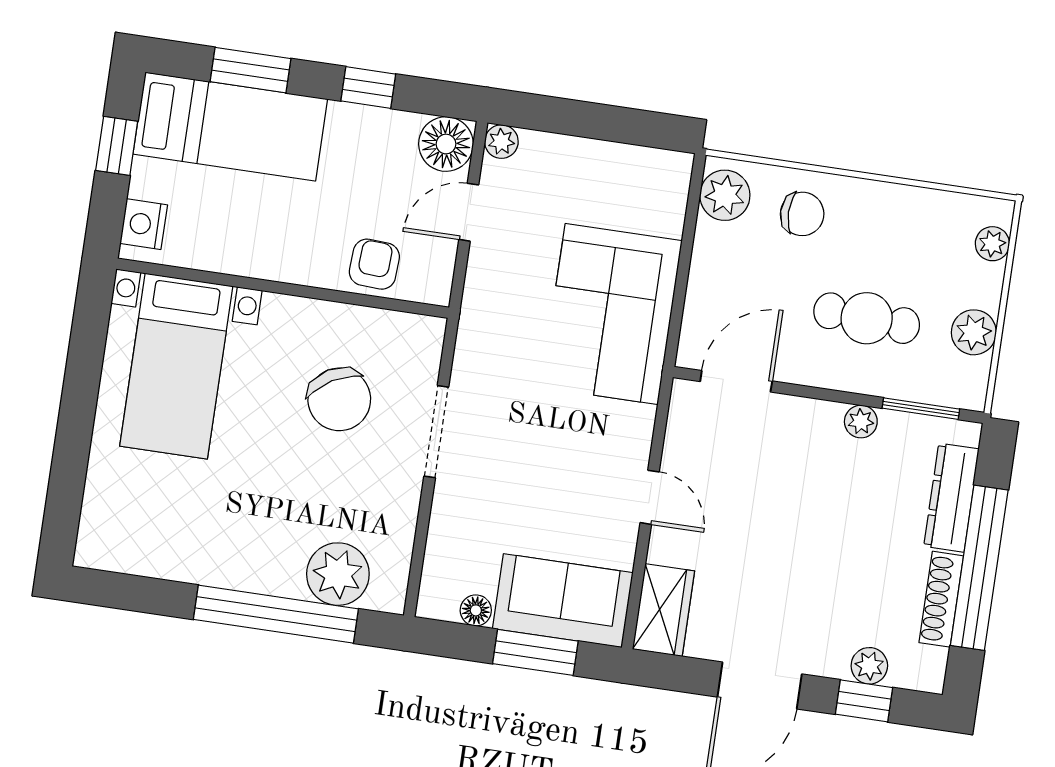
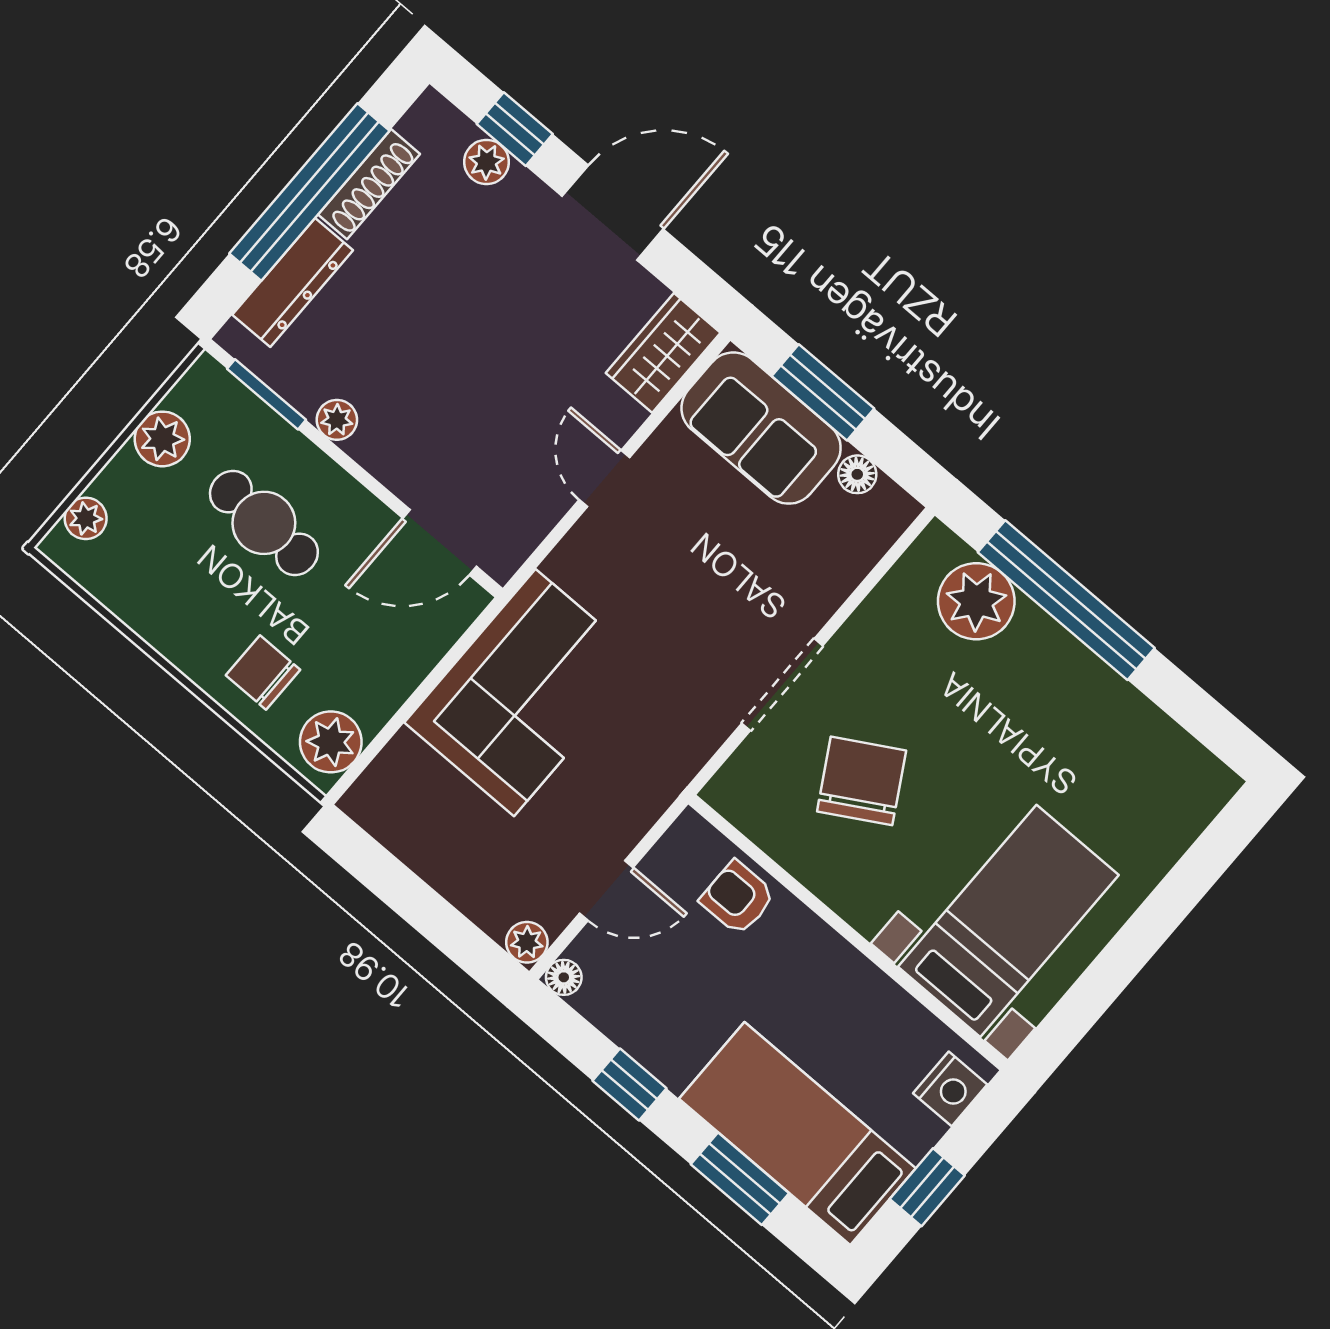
floor lamp: (446, 144) -> (564, 977), width x0.53, depth x0.53
armchair: (374, 264) -> (738, 898), turned 87

